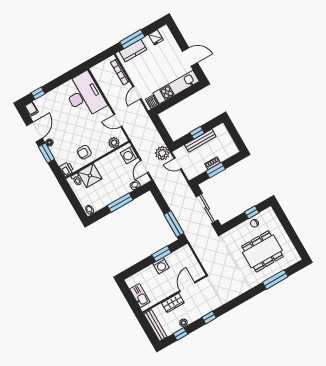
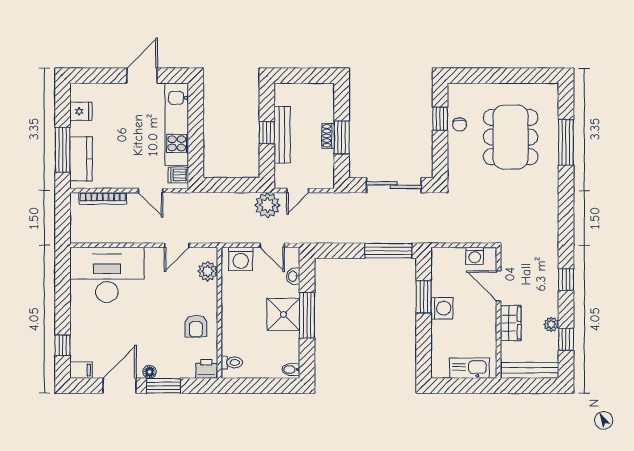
door: (34, 132) -> (120, 386), hinge flipped
shower: (90, 176) -> (283, 314), moved
washing machine: (195, 267) -> (475, 256), added

